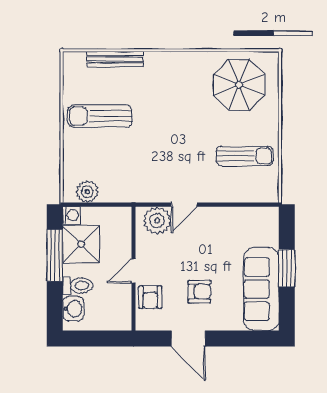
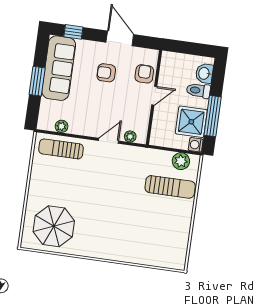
bench: (115, 59) -> (146, 259), removed
sun lounger: (100, 116) -> (170, 187), moved
sun lounger: (245, 156) -> (61, 149), moved
plant: (247, 215) -> (62, 126), added
plant: (157, 220) -> (130, 137), width x0.53, depth x0.53
window: (249, 338) -> (73, 32), added

